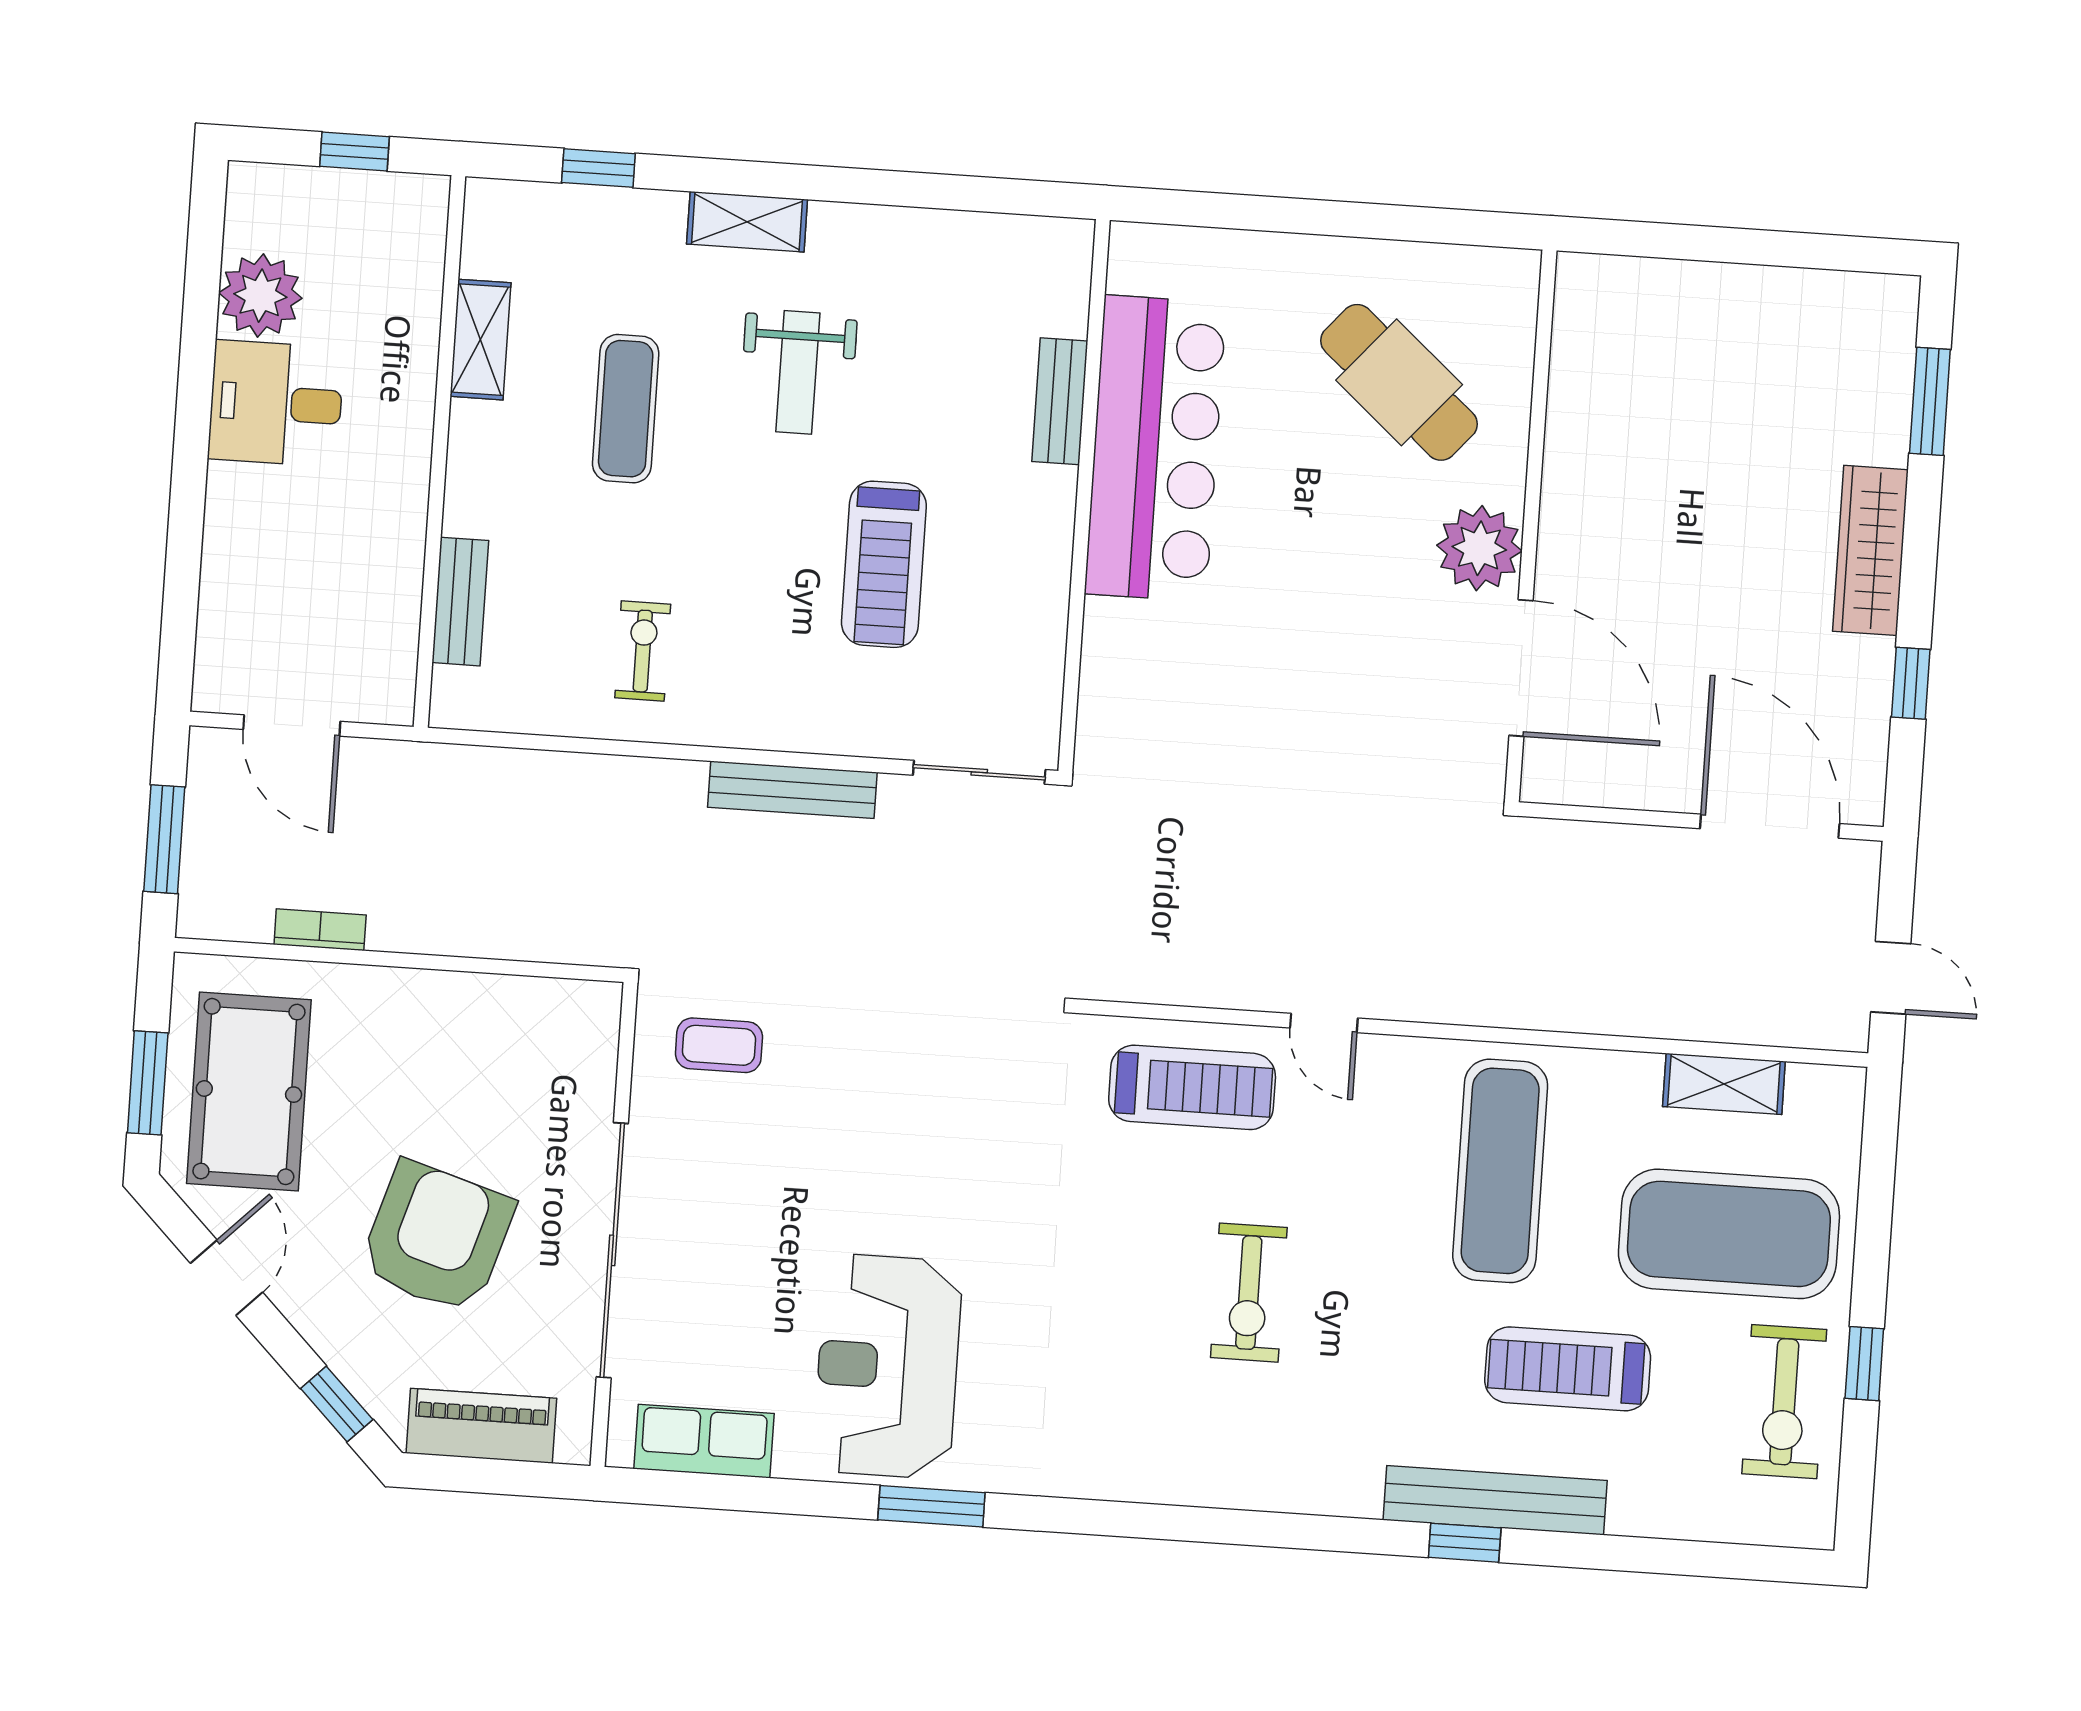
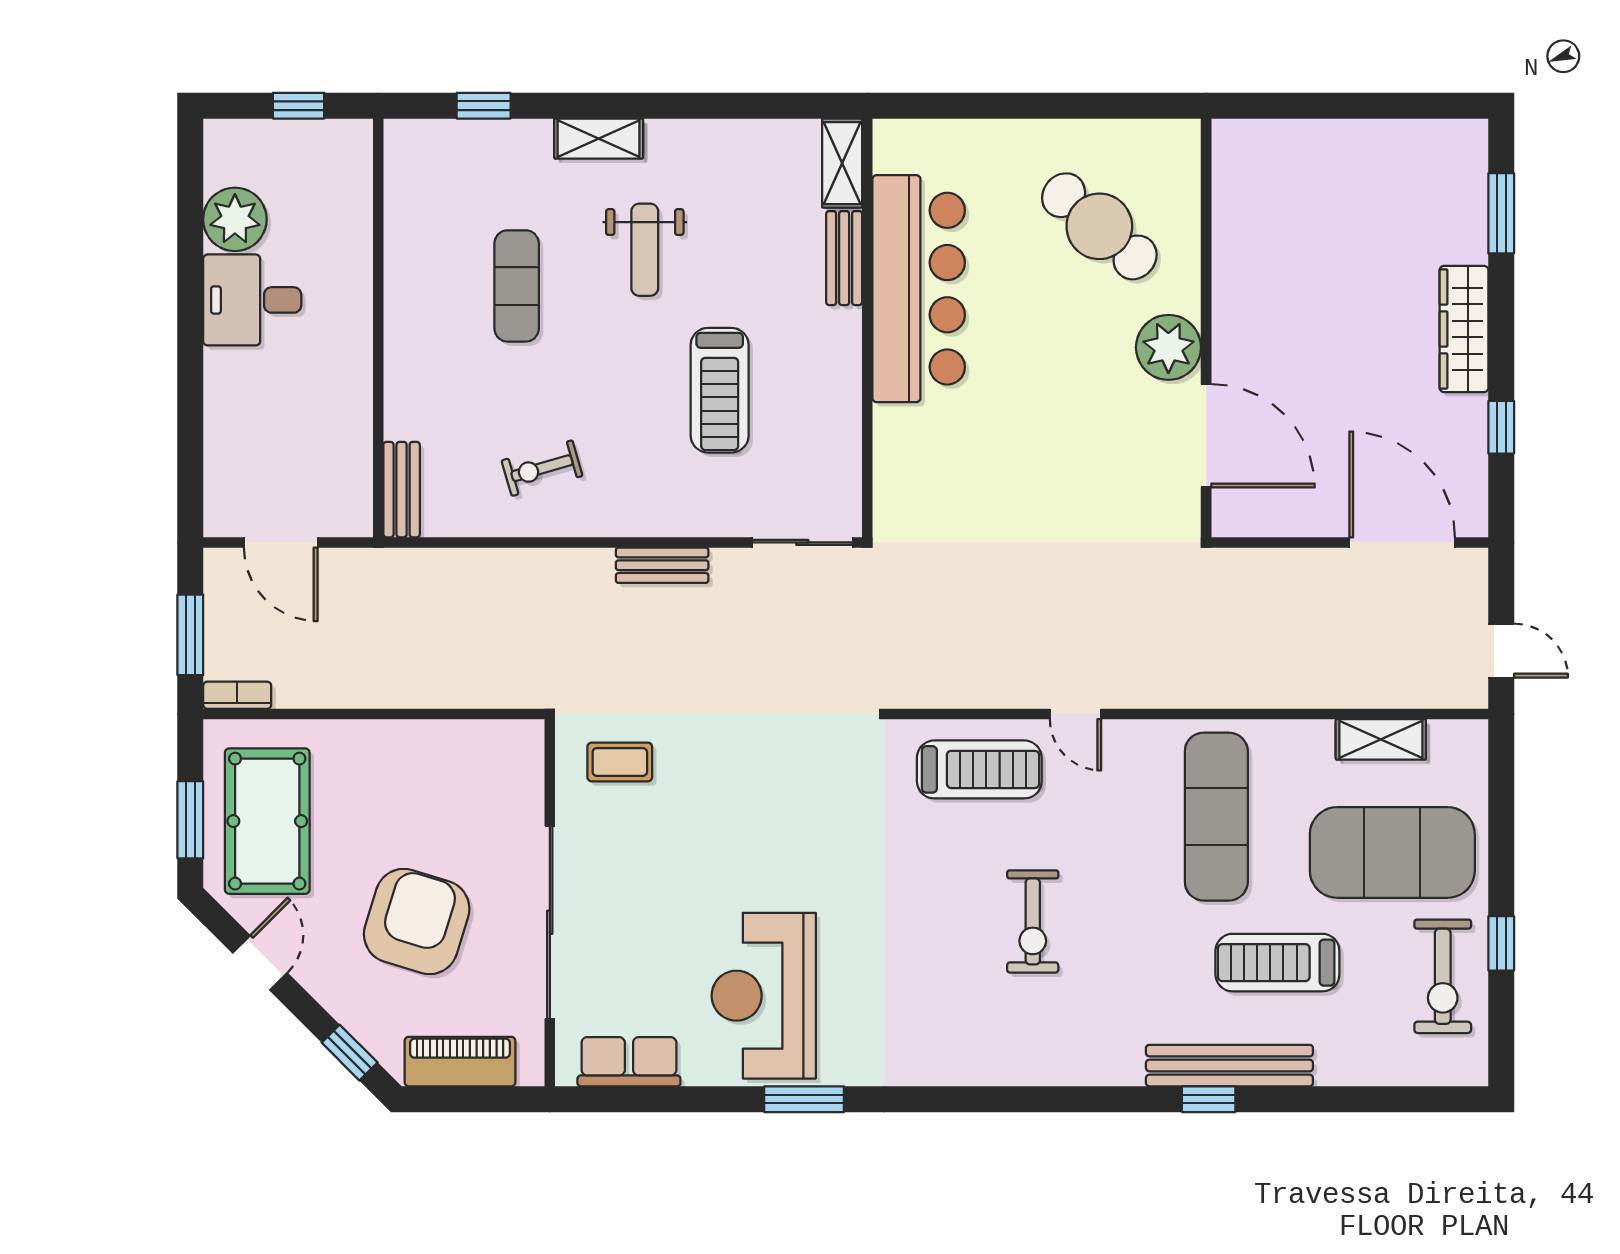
shelving: (480, 340) -> (842, 163), moved
bench: (460, 602) -> (402, 490), moved
exercise bike: (643, 651) -> (542, 468), turned -106
bench: (792, 790) -> (662, 565), width x0.73
bookcase: (320, 930) -> (237, 695), moved

